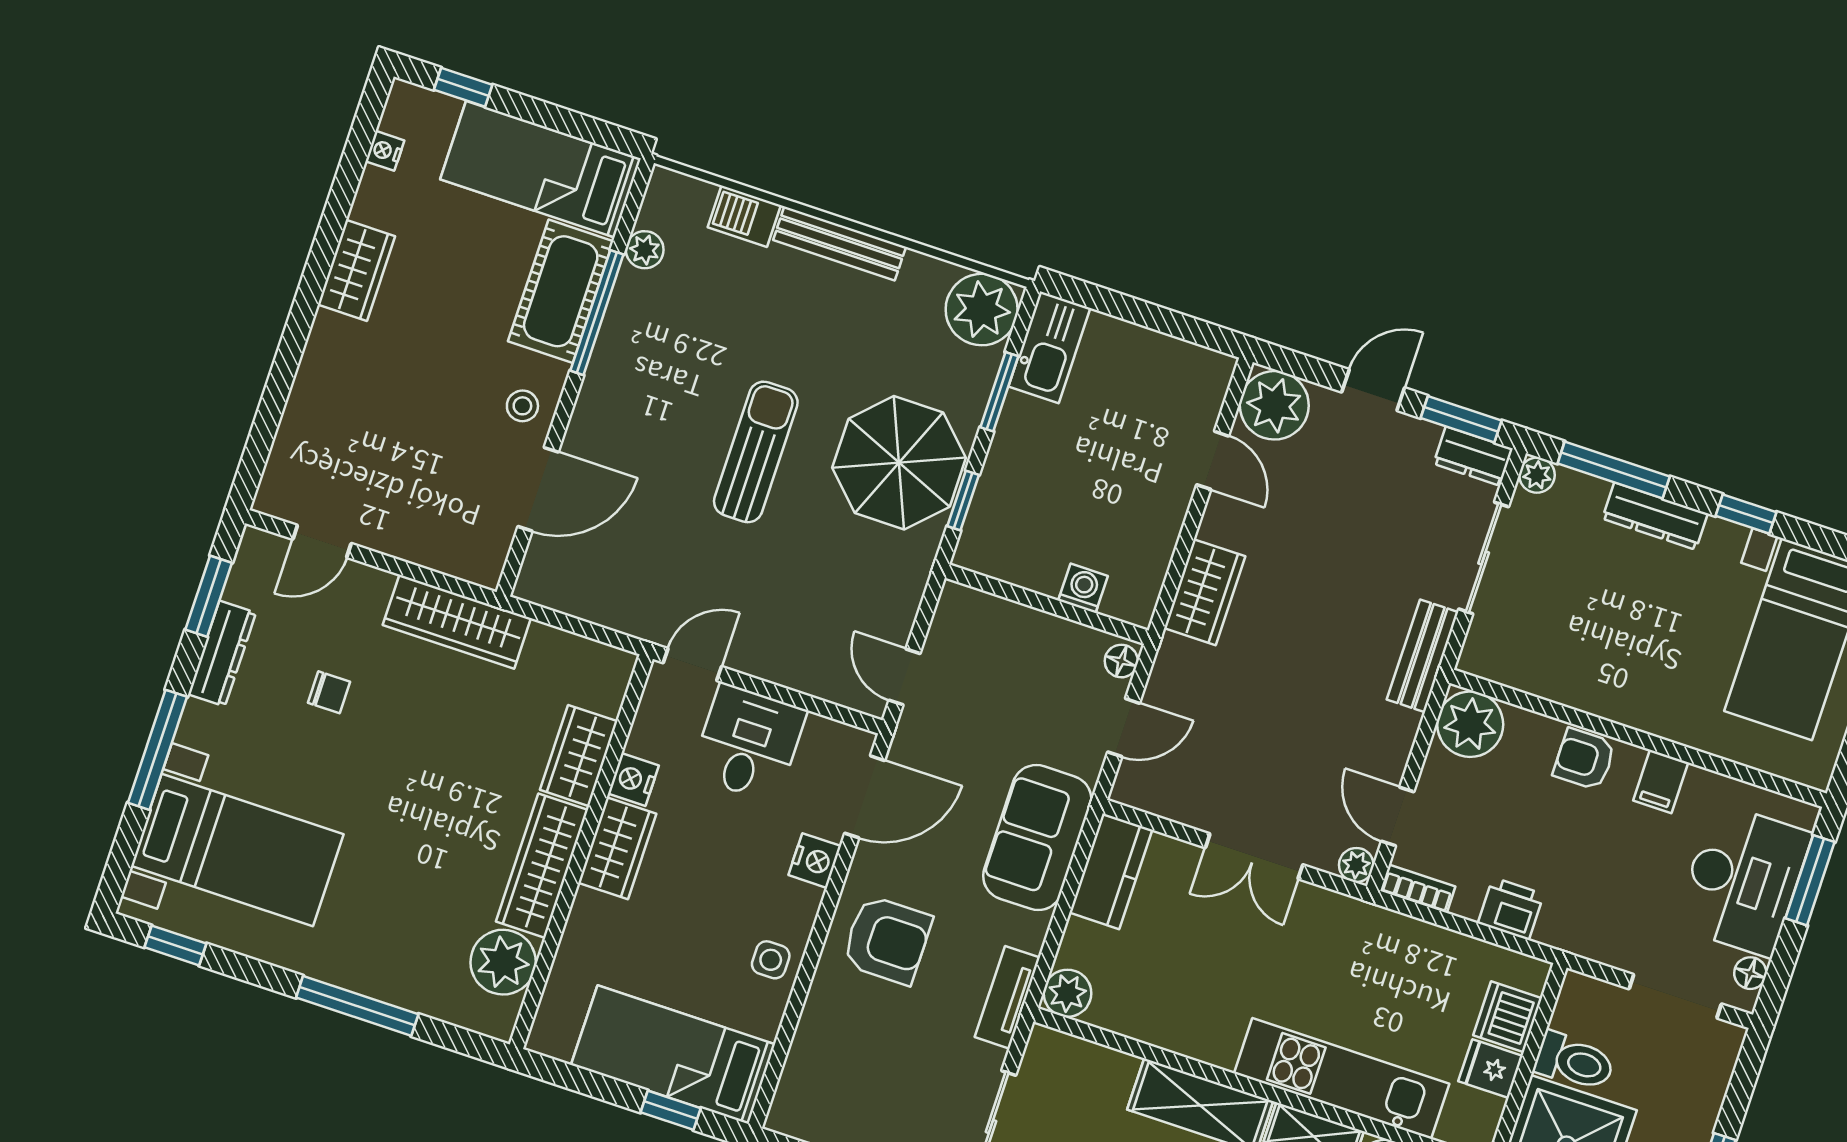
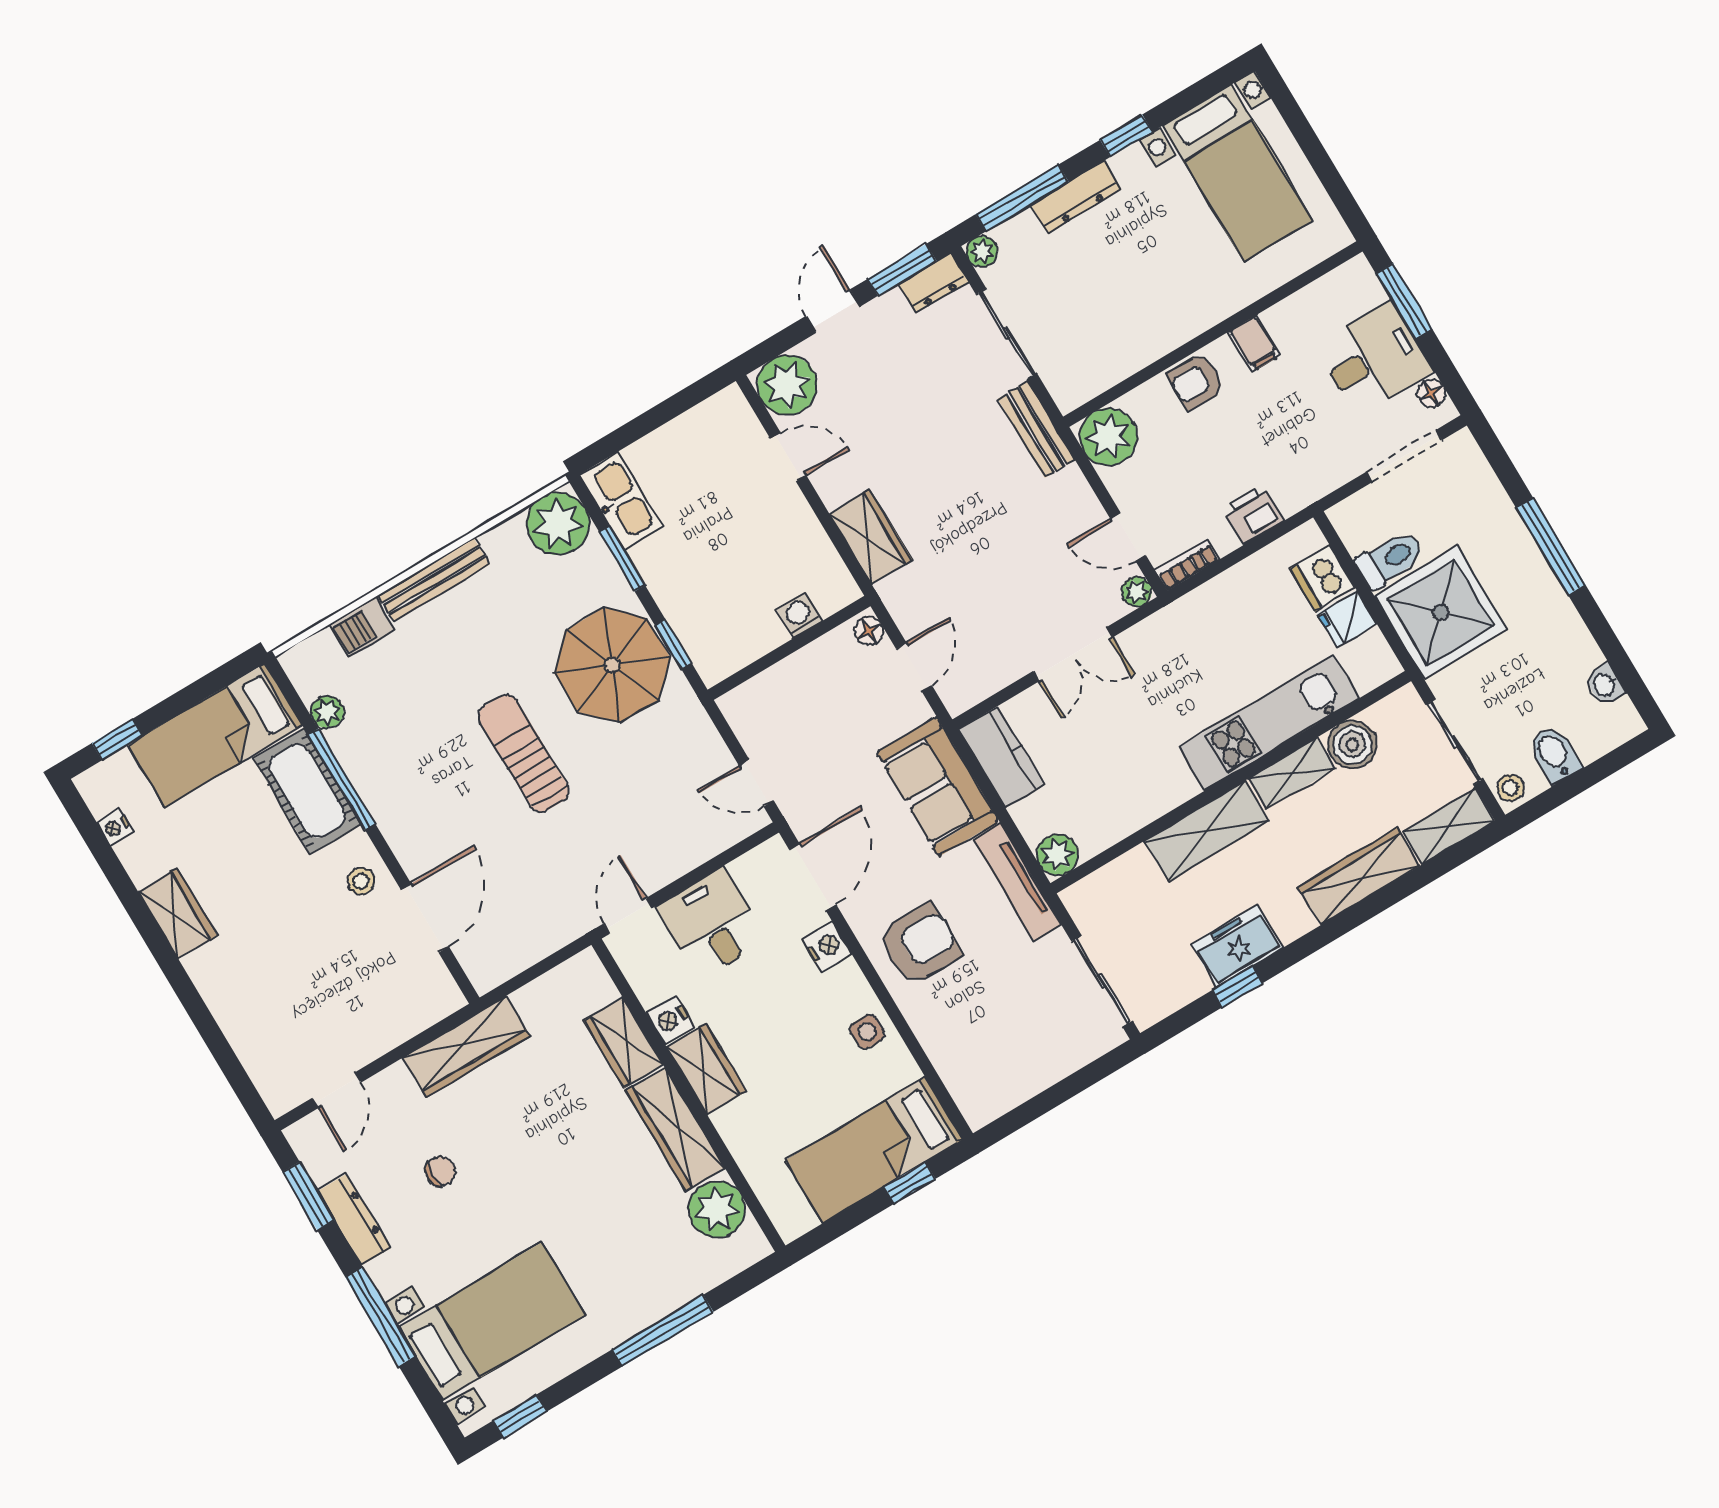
desk: (1743, 880) -> (1374, 359), width x0.73
tv unit: (1007, 997) -> (1017, 882), width x1.41

